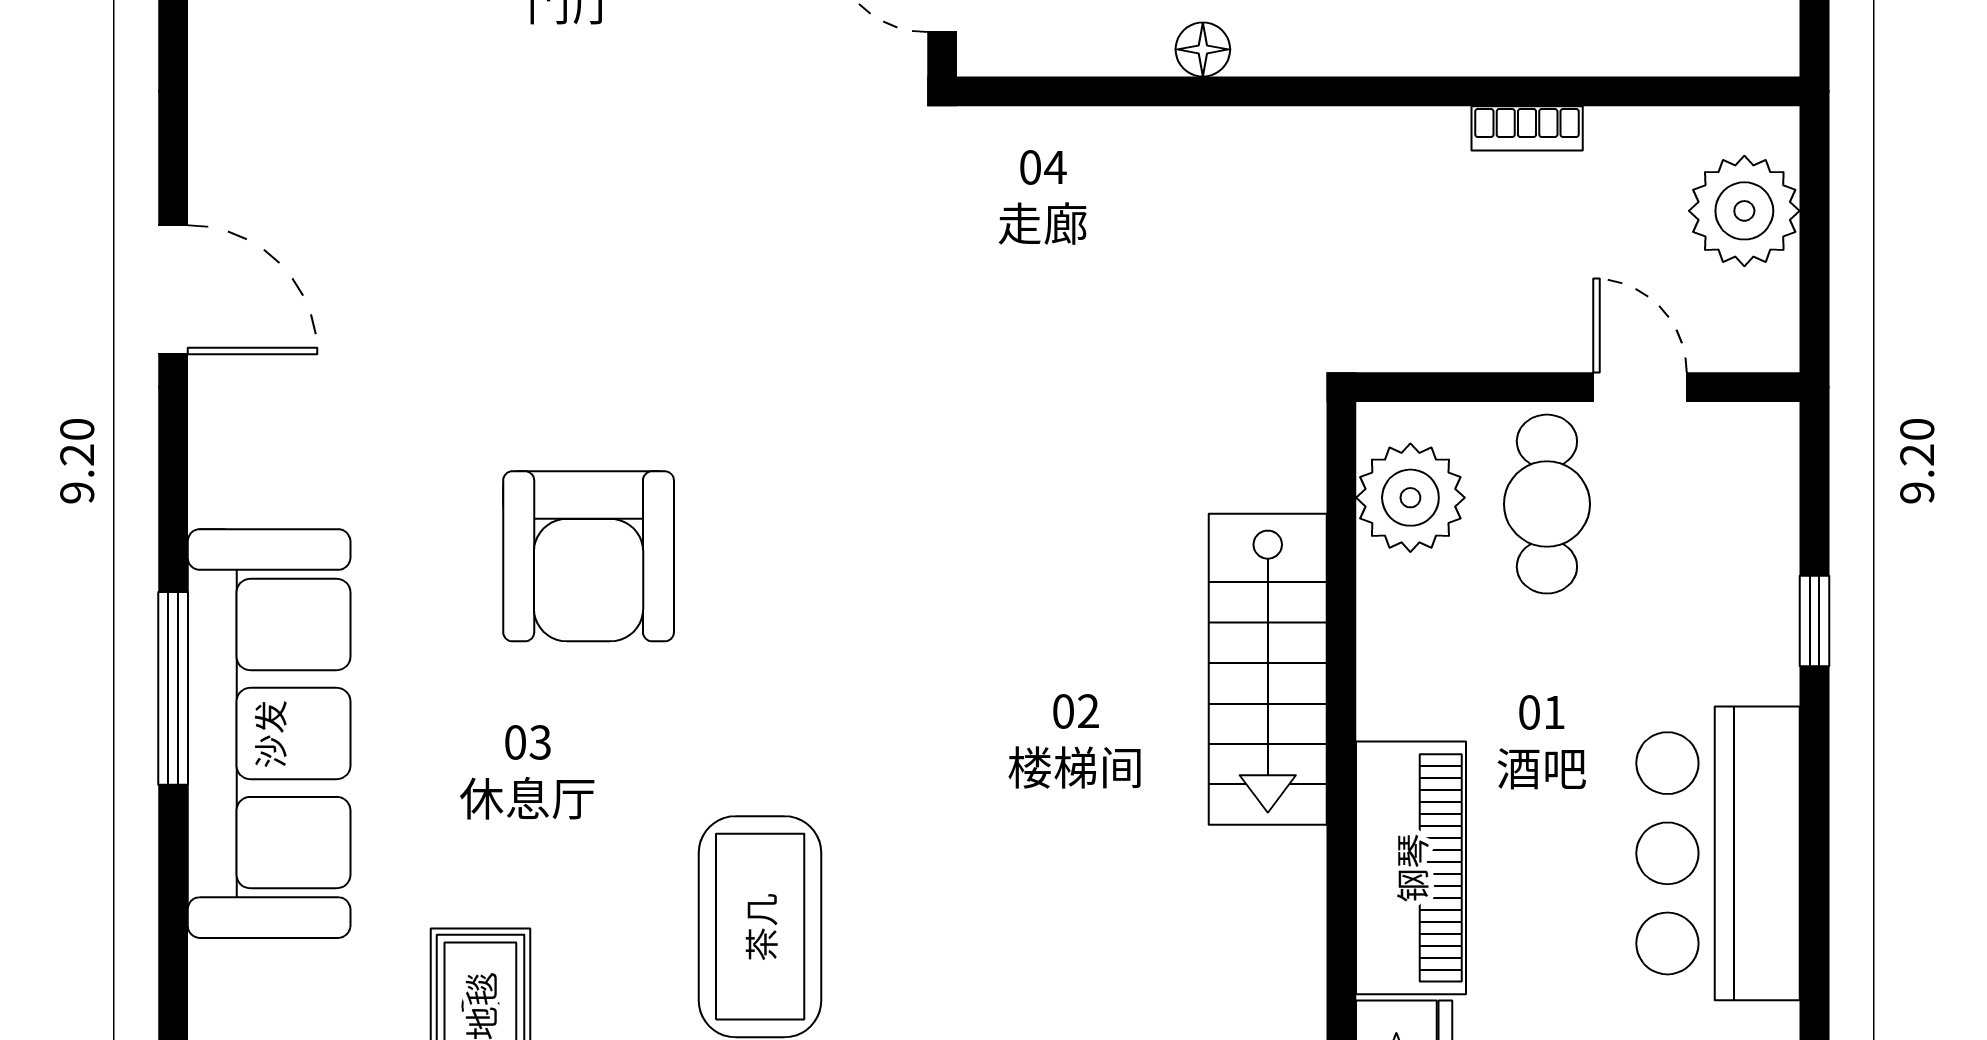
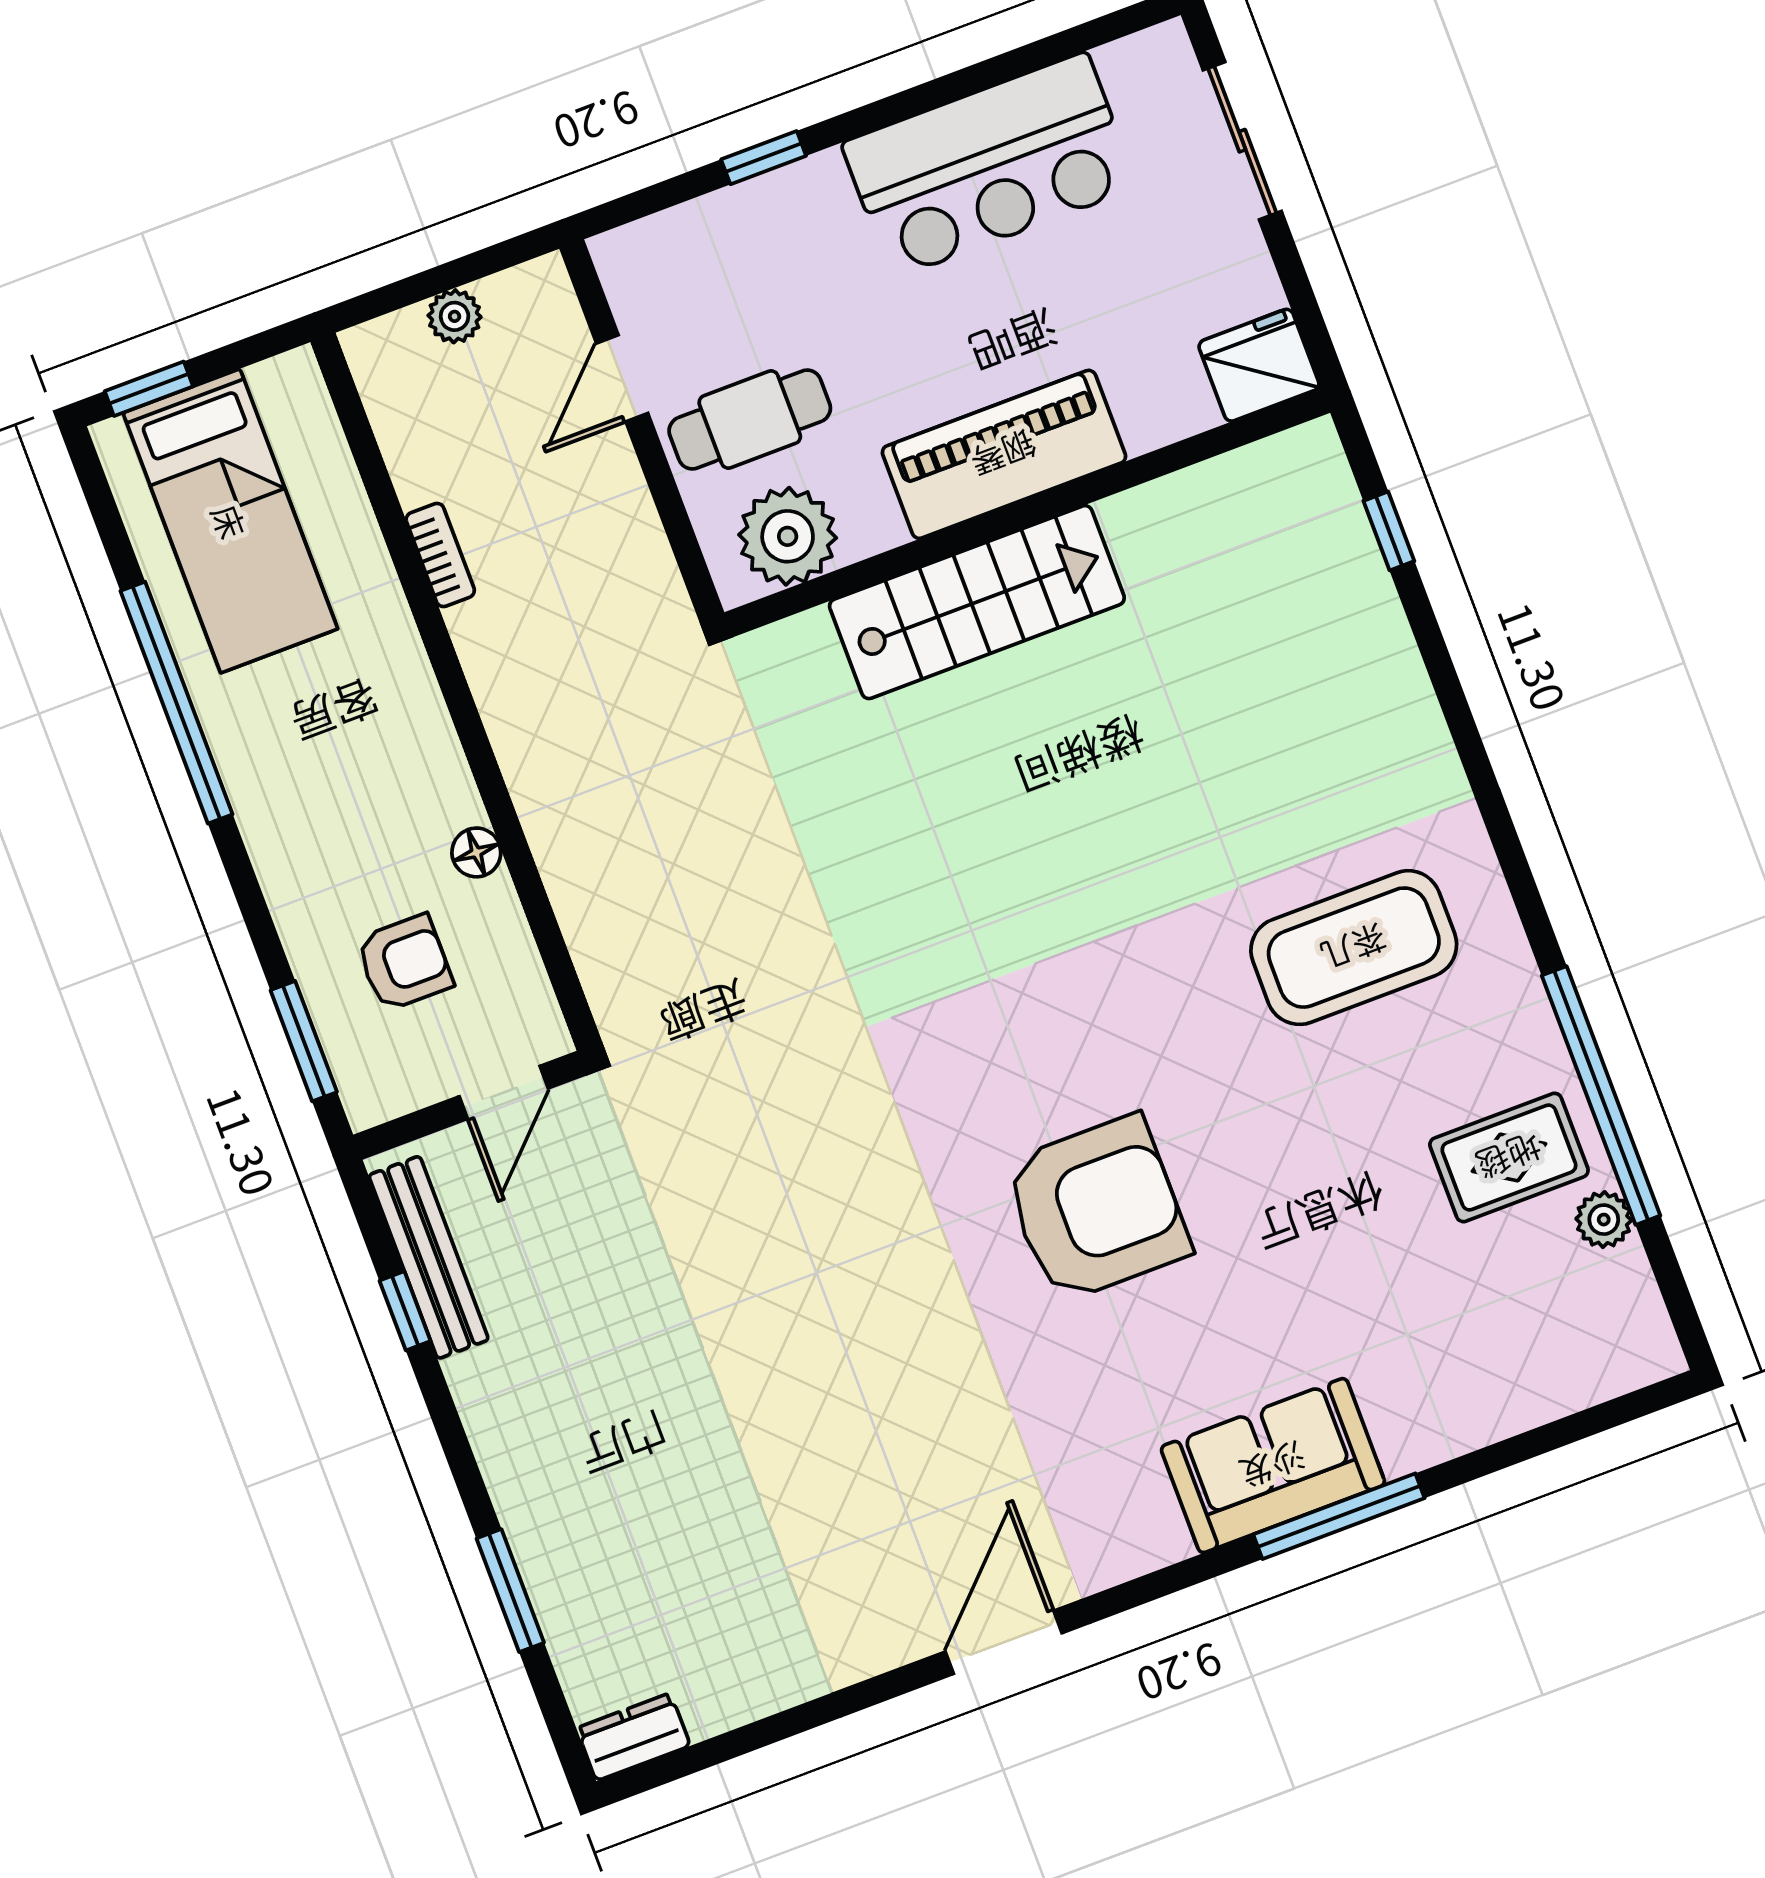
plant: (1744, 211) -> (455, 316), width x0.53, depth x0.53
sofa: (269, 734) -> (1273, 1466), width x0.54, depth x0.79
piano: (1411, 868) -> (1004, 454), moved

